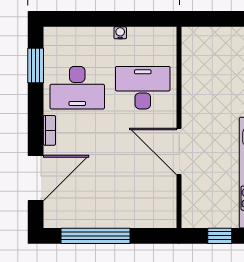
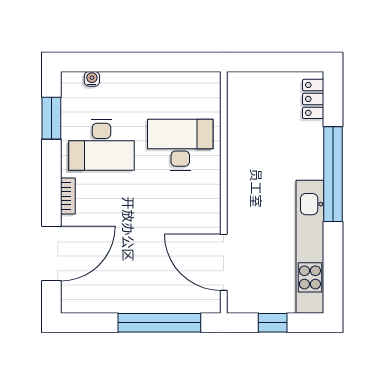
water cooler: (120, 33) -> (92, 79), moved
door: (179, 151) -> (224, 262), moved
window: (95, 236) -> (159, 323), moved

